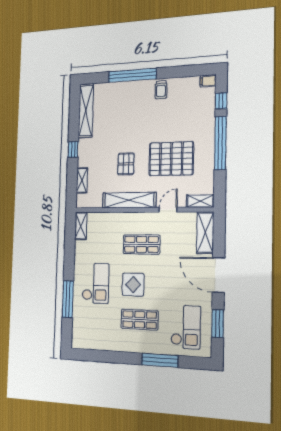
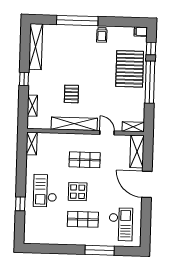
pallet: (171, 159) -> (130, 69), moved, turned 90
door: (168, 210) -> (107, 133), hinge flipped
checkout: (96, 283) -> (45, 191), turned 180
window: (68, 299) -> (20, 204), width x0.46
window: (218, 324) -> (146, 221), removed

